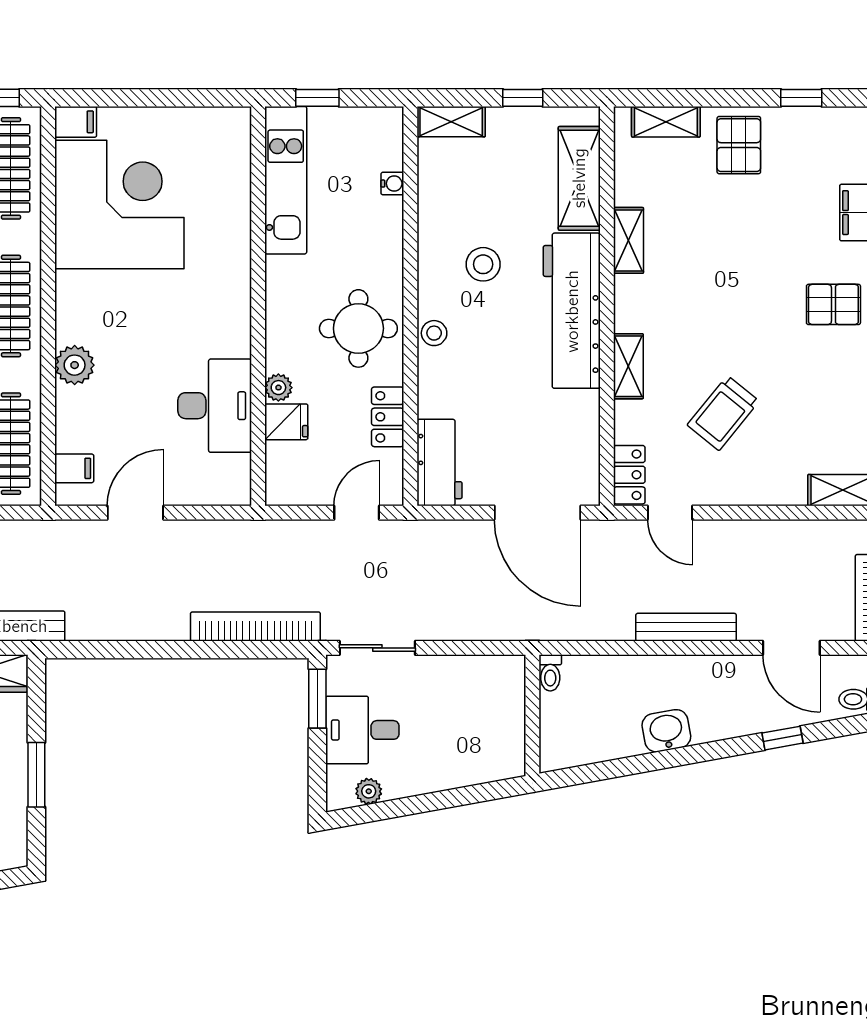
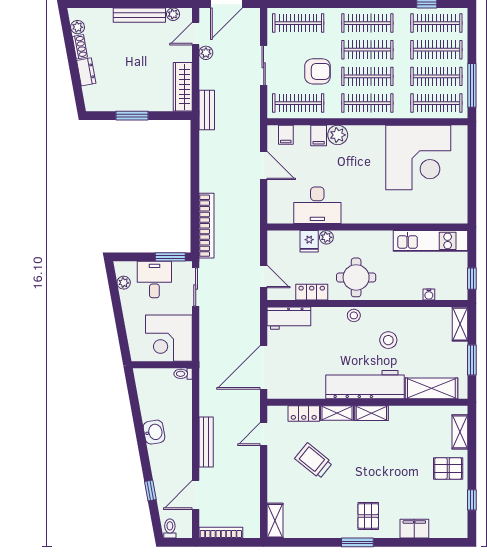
window: (317, 98) -> (472, 279), moved
window: (523, 98) -> (472, 360), width x1.50
filing cabinet: (76, 122) -> (319, 135), moved
shelving: (628, 240) -> (371, 413), moved
locker: (629, 475) -> (304, 413), moved
corner desk: (479, 701) -> (169, 338), added

